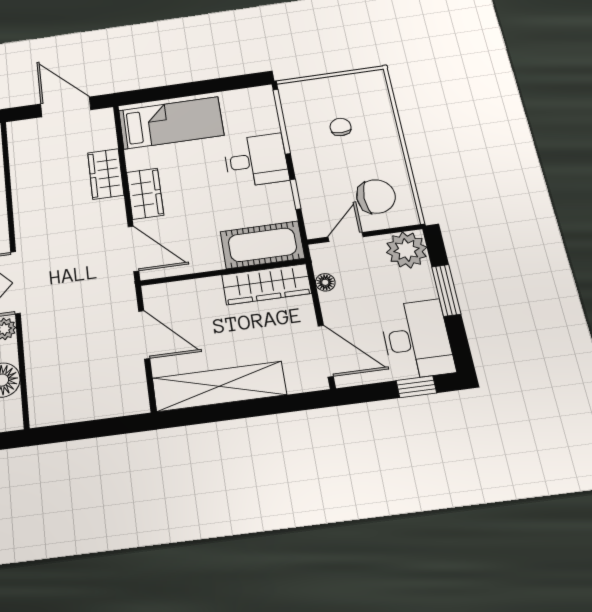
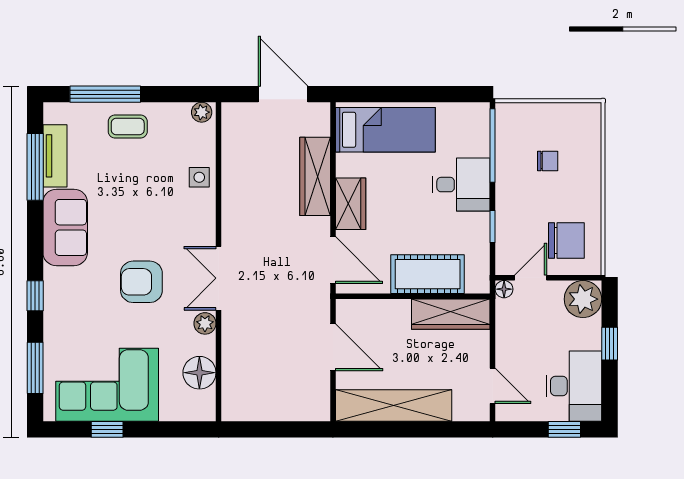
chair: (341, 127) -> (548, 161), turned 90
wardrobe: (106, 174) -> (315, 176), width x1.50
cot: (262, 245) -> (428, 274), moved
floor lamp: (325, 282) -> (504, 289), moved
window: (446, 290) -> (610, 344), width x0.67
door: (326, 351) -> (493, 386), width x0.73

